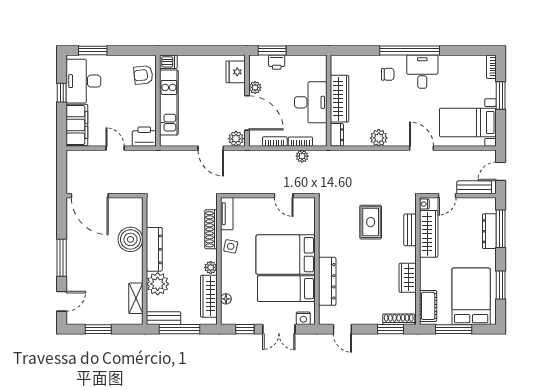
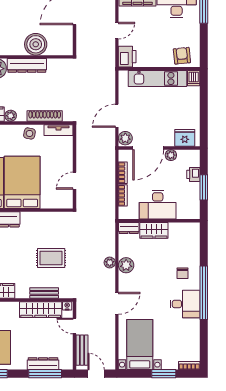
window: (272, 50) -> (204, 187), moved
wardrobe: (340, 99) -> (154, 230), width x0.67
plant: (302, 156) -> (110, 263), moved

